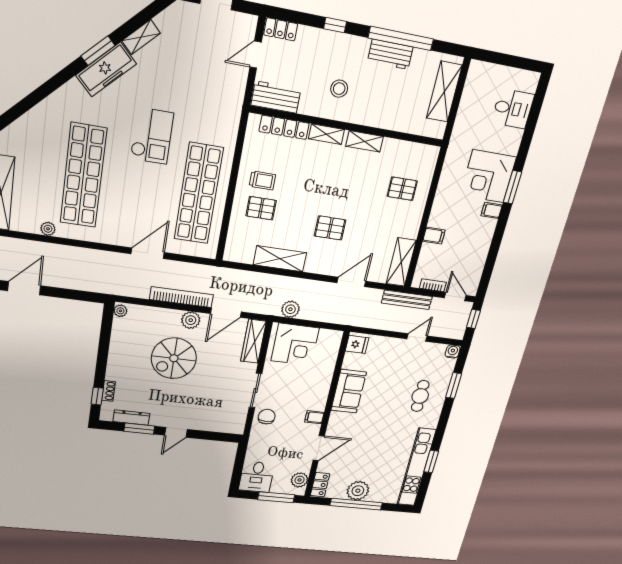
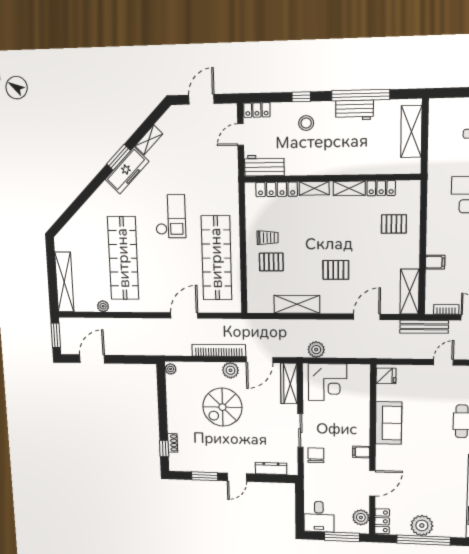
stool: (339, 89) -> (306, 123), moved
locker: (398, 148) -> (381, 188), added
dresser: (131, 417) -> (271, 468), moved

